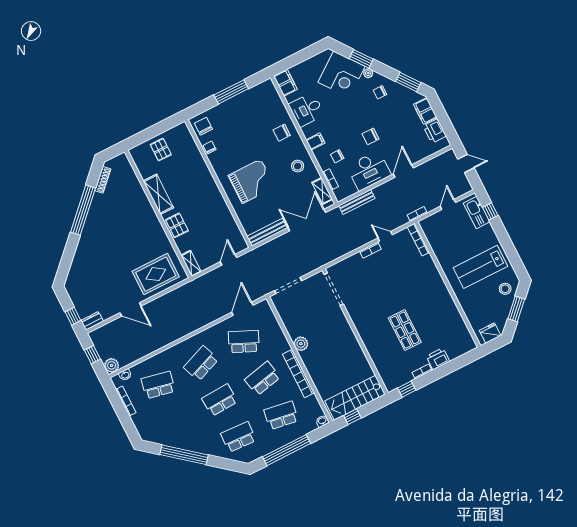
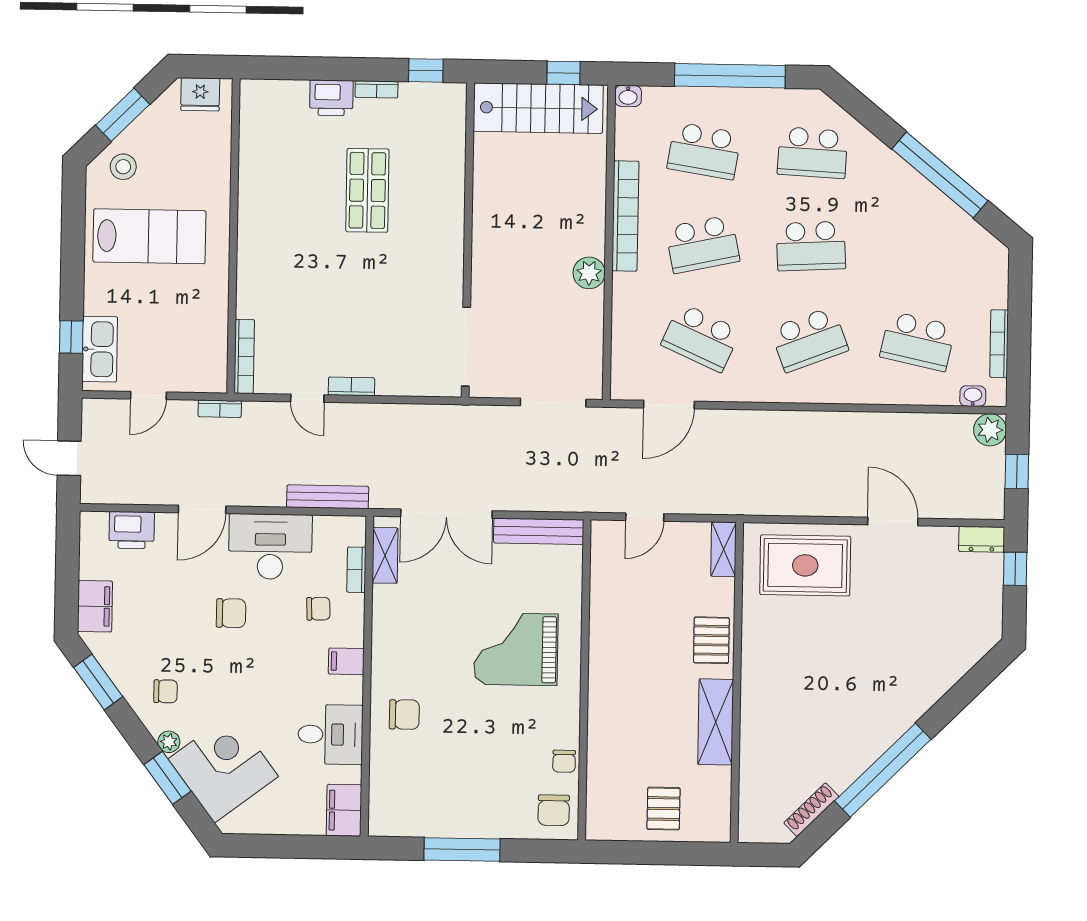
printer: (435, 131) -> (132, 530), moved, turned 90
stool: (298, 166) -> (408, 631), removed

